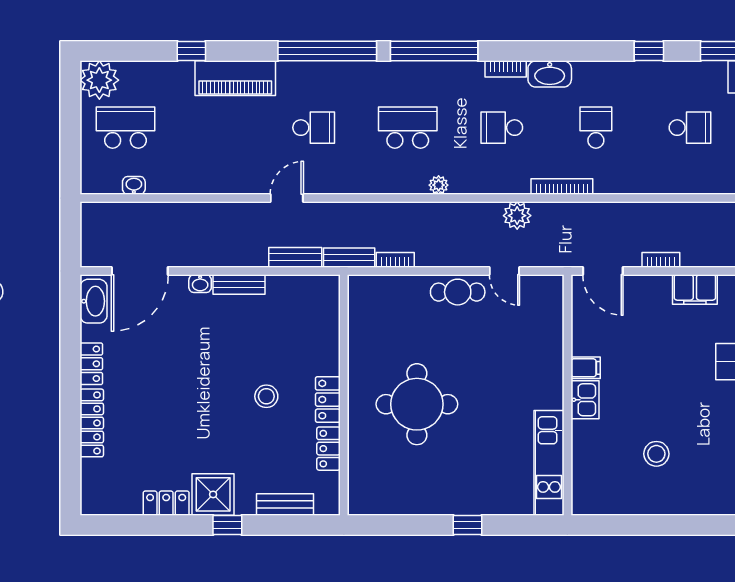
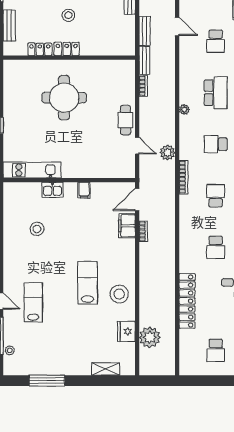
school desk: (502, 128) -> (216, 144), turned -90
school desk: (596, 128) -> (216, 196), turned -90
door: (504, 271) -> (137, 146), swing flipped
filing cabinet: (695, 290) -> (127, 226), moved
kitchen sink: (585, 400) -> (52, 190), moved

